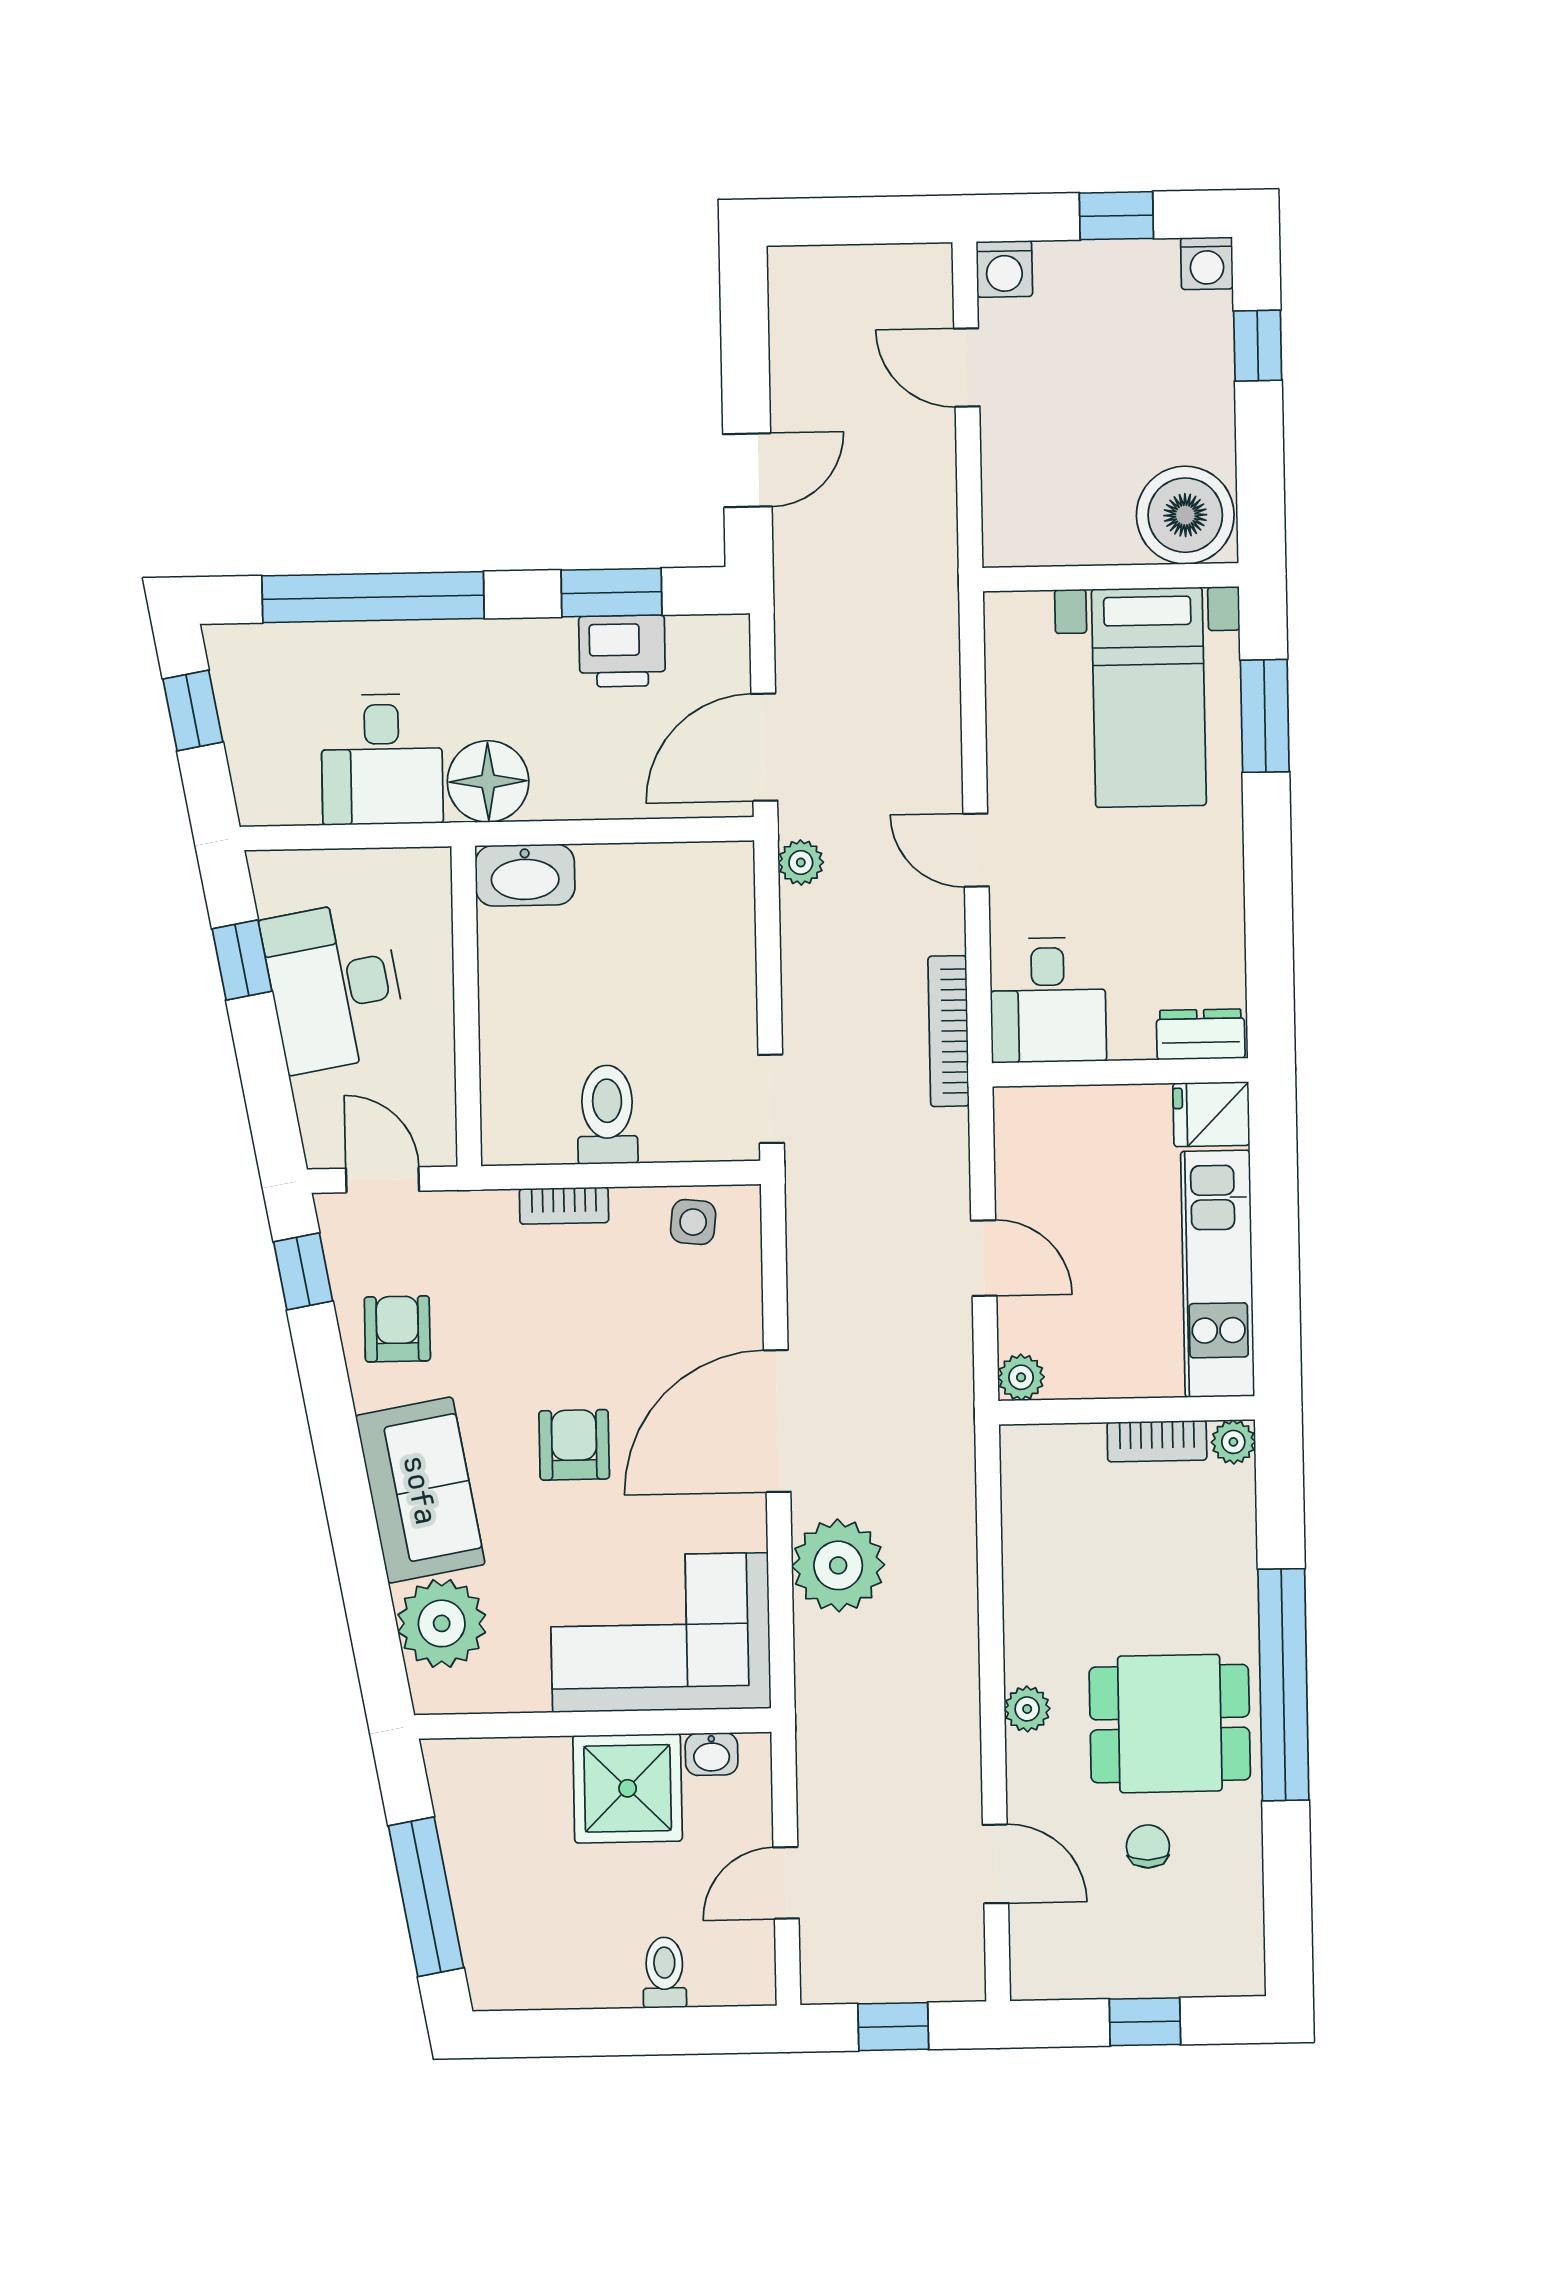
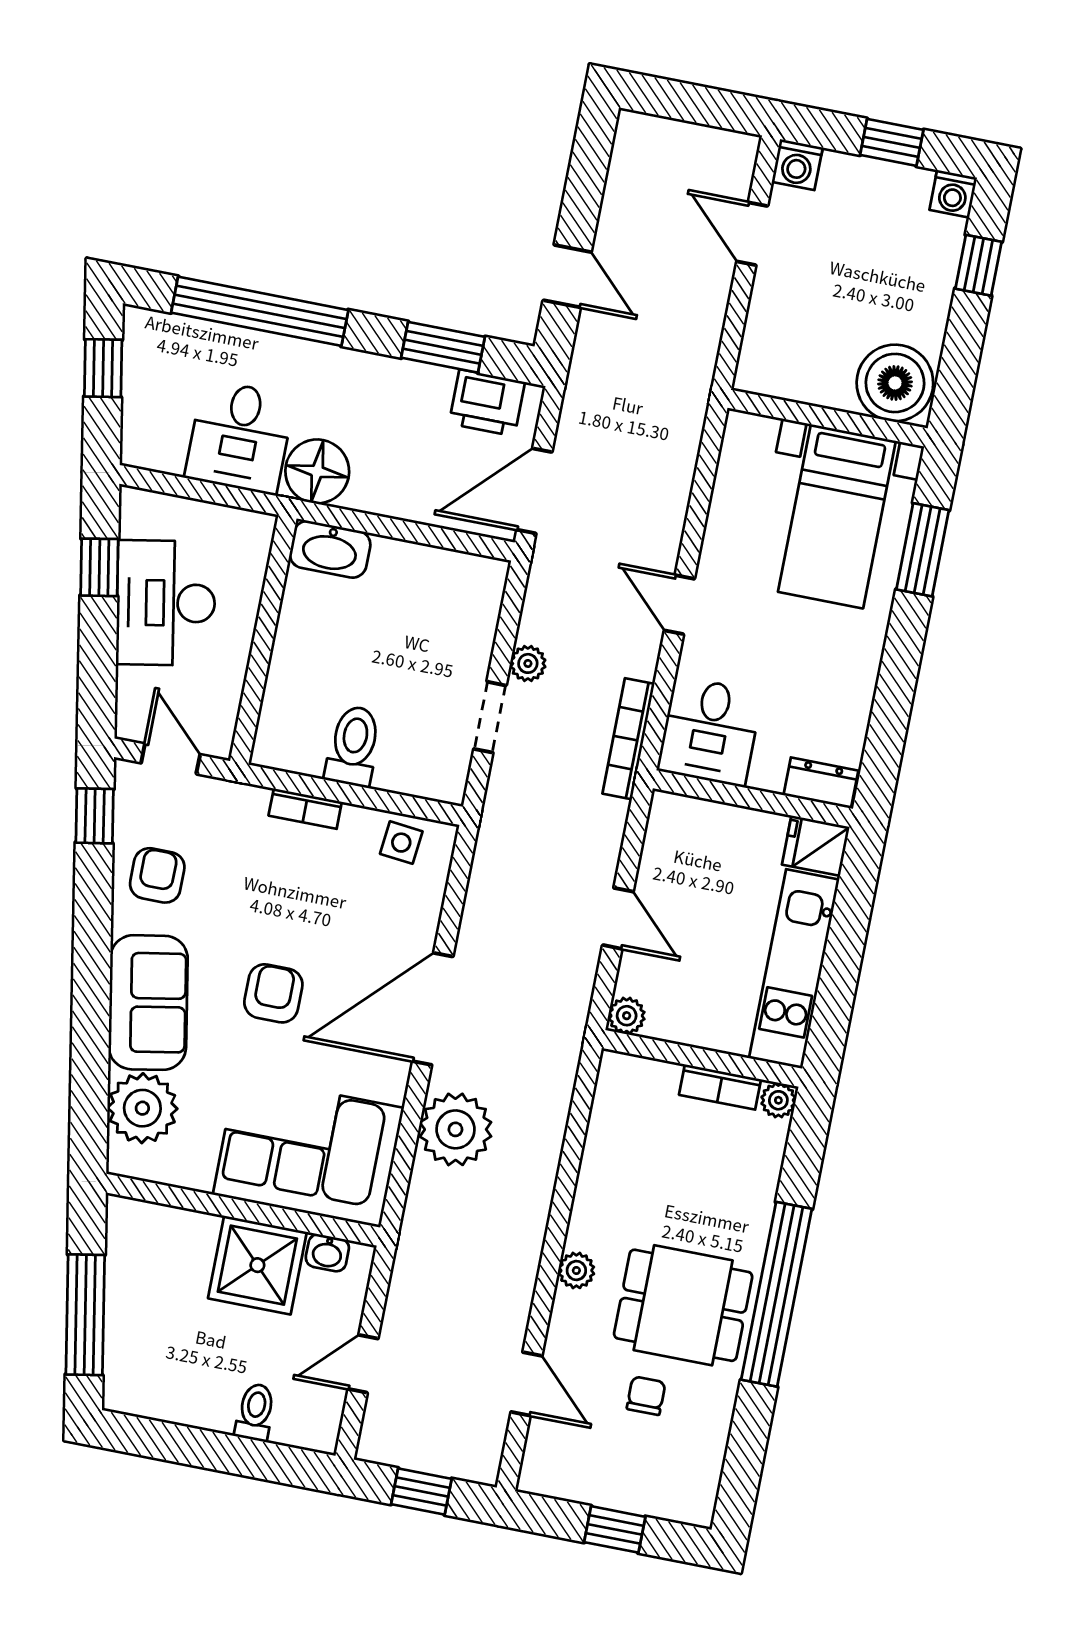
door: (747, 470) -> (567, 276), hinge flipped
printer: (622, 651) -> (487, 403), moved
plant: (801, 862) -> (528, 663), moved
doorway: (771, 1099) -> (490, 717), moved

